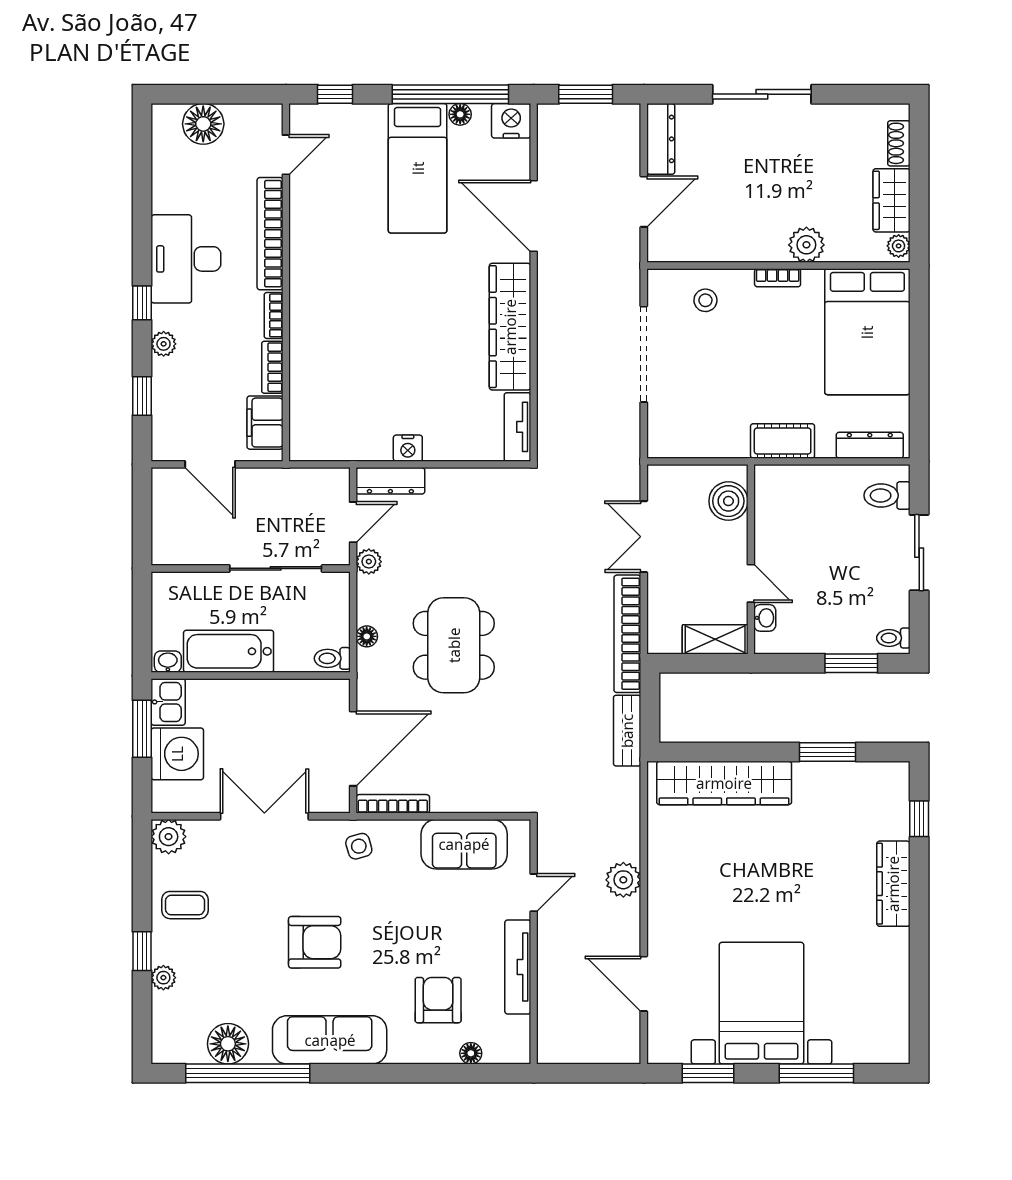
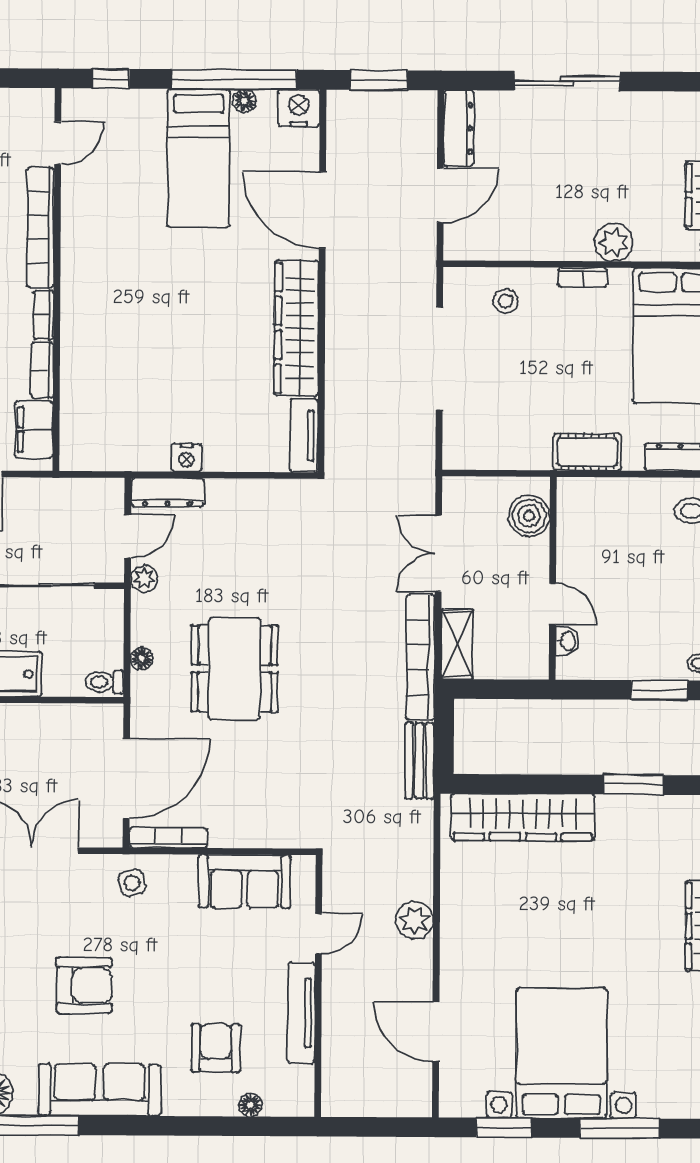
shelving: (715, 639) -> (457, 644), moved, turned 90

